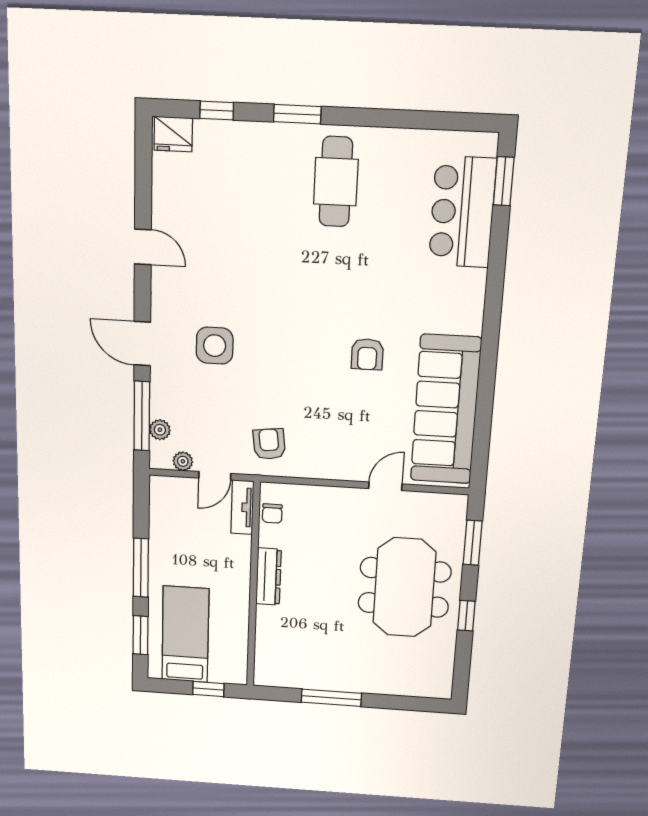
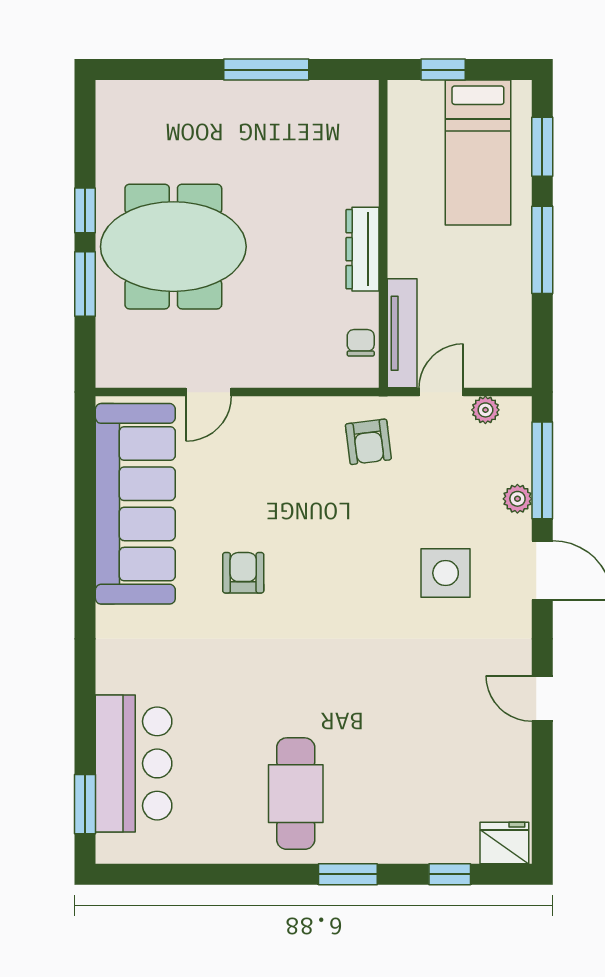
plant: (160, 430) -> (517, 499), moved
tv unit: (242, 507) -> (402, 333), width x1.41
window: (473, 543) -> (85, 284), moved
meeting table: (404, 587) -> (173, 247), turned 90

